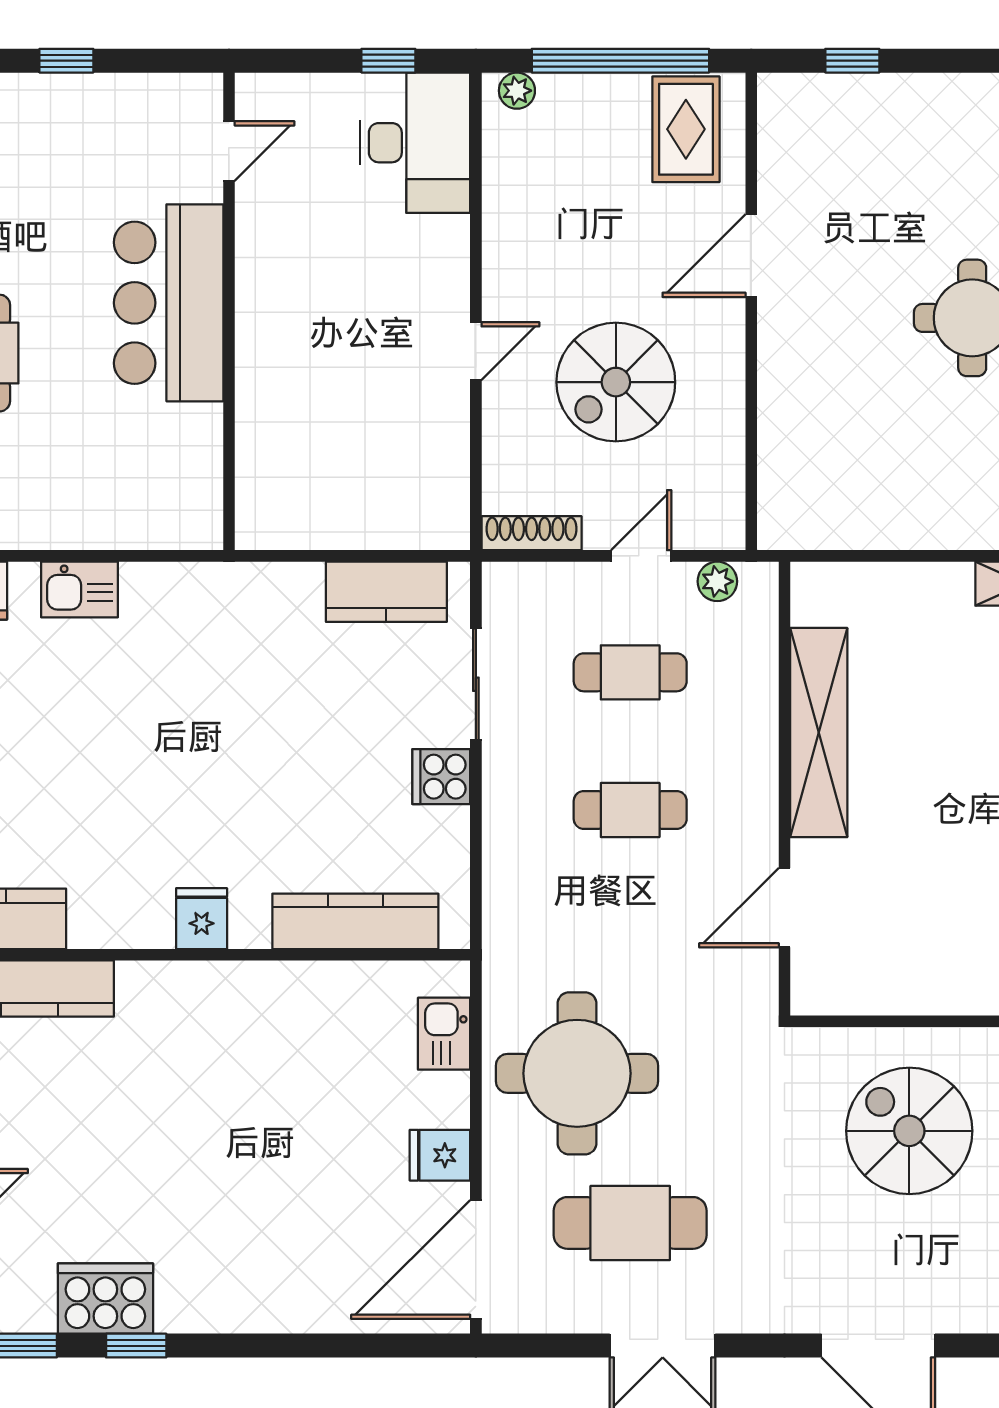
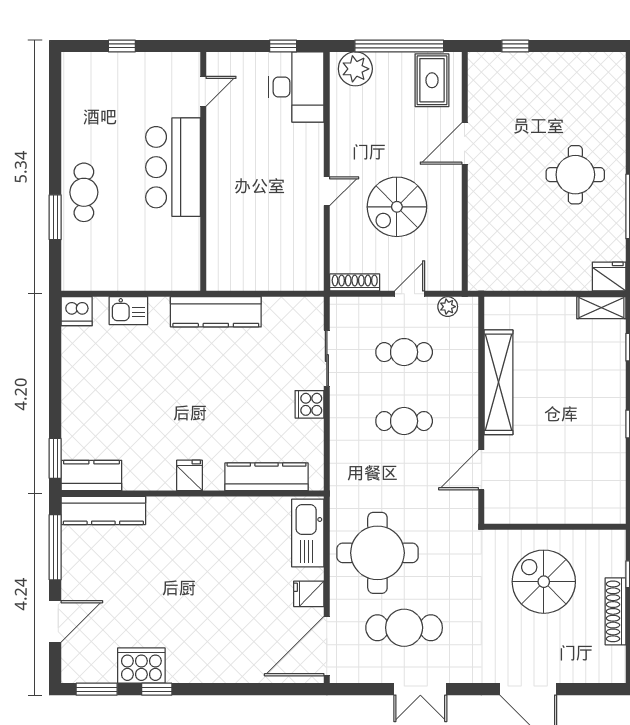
plant: (517, 91) -> (355, 69), width x1.87, depth x1.87
kitchen counter: (386, 592) -> (216, 312), moved, width x1.50
kitchen sink: (444, 1034) -> (308, 533), width x1.88, depth x1.24

